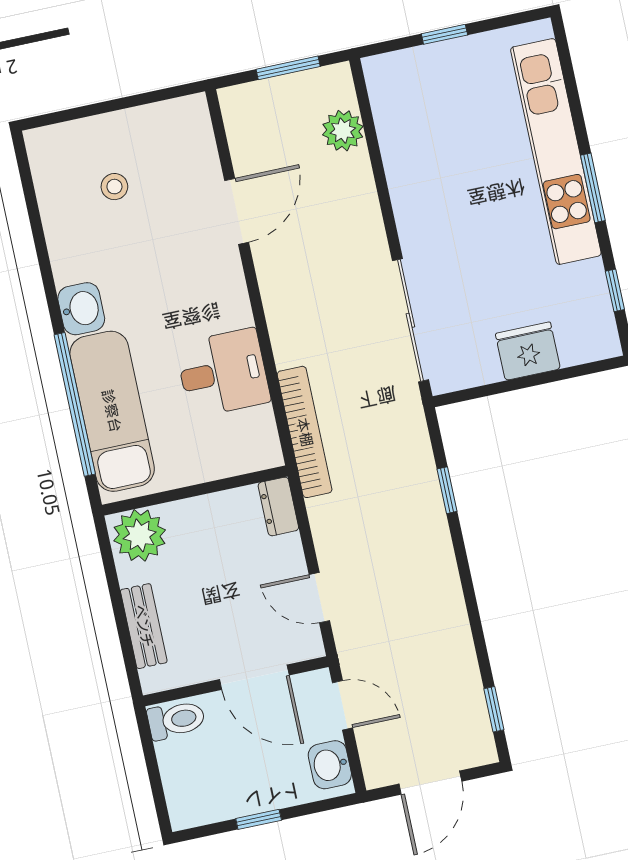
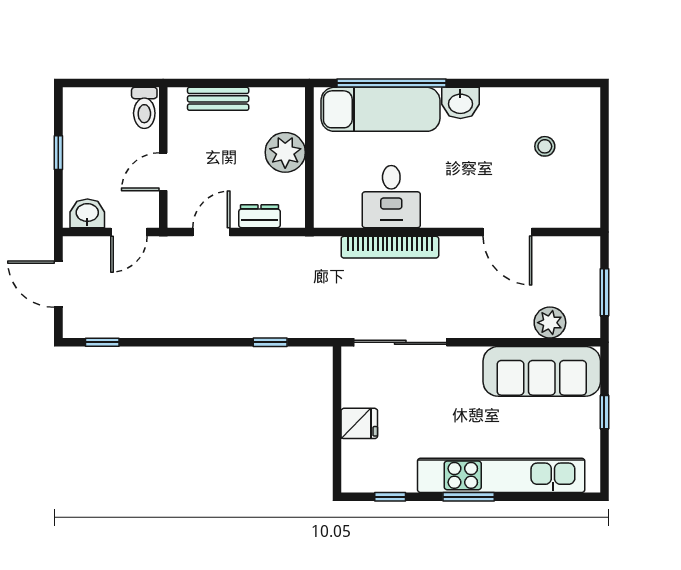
sofa: (409, 128) -> (542, 371), added
fridge: (528, 351) -> (359, 423), width x0.72
bookcase: (305, 432) -> (390, 247), moved
dresser: (278, 506) -> (259, 216), moved
plant: (140, 535) -> (285, 152), moved
door: (254, 677) -> (163, 172), width x0.73

